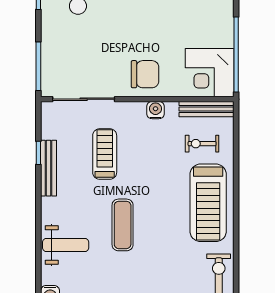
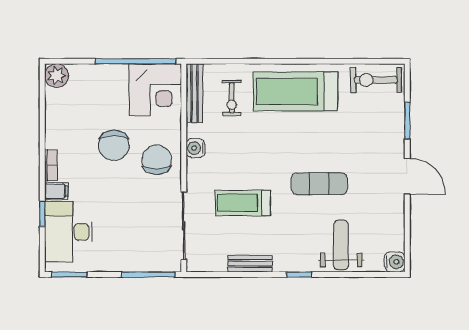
chair: (158, 34) -> (114, 145), added
window: (38, 153) -> (299, 274), moved
bench: (48, 168) -> (250, 264), width x0.73
treadmill: (208, 203) -> (296, 91), turned 180

